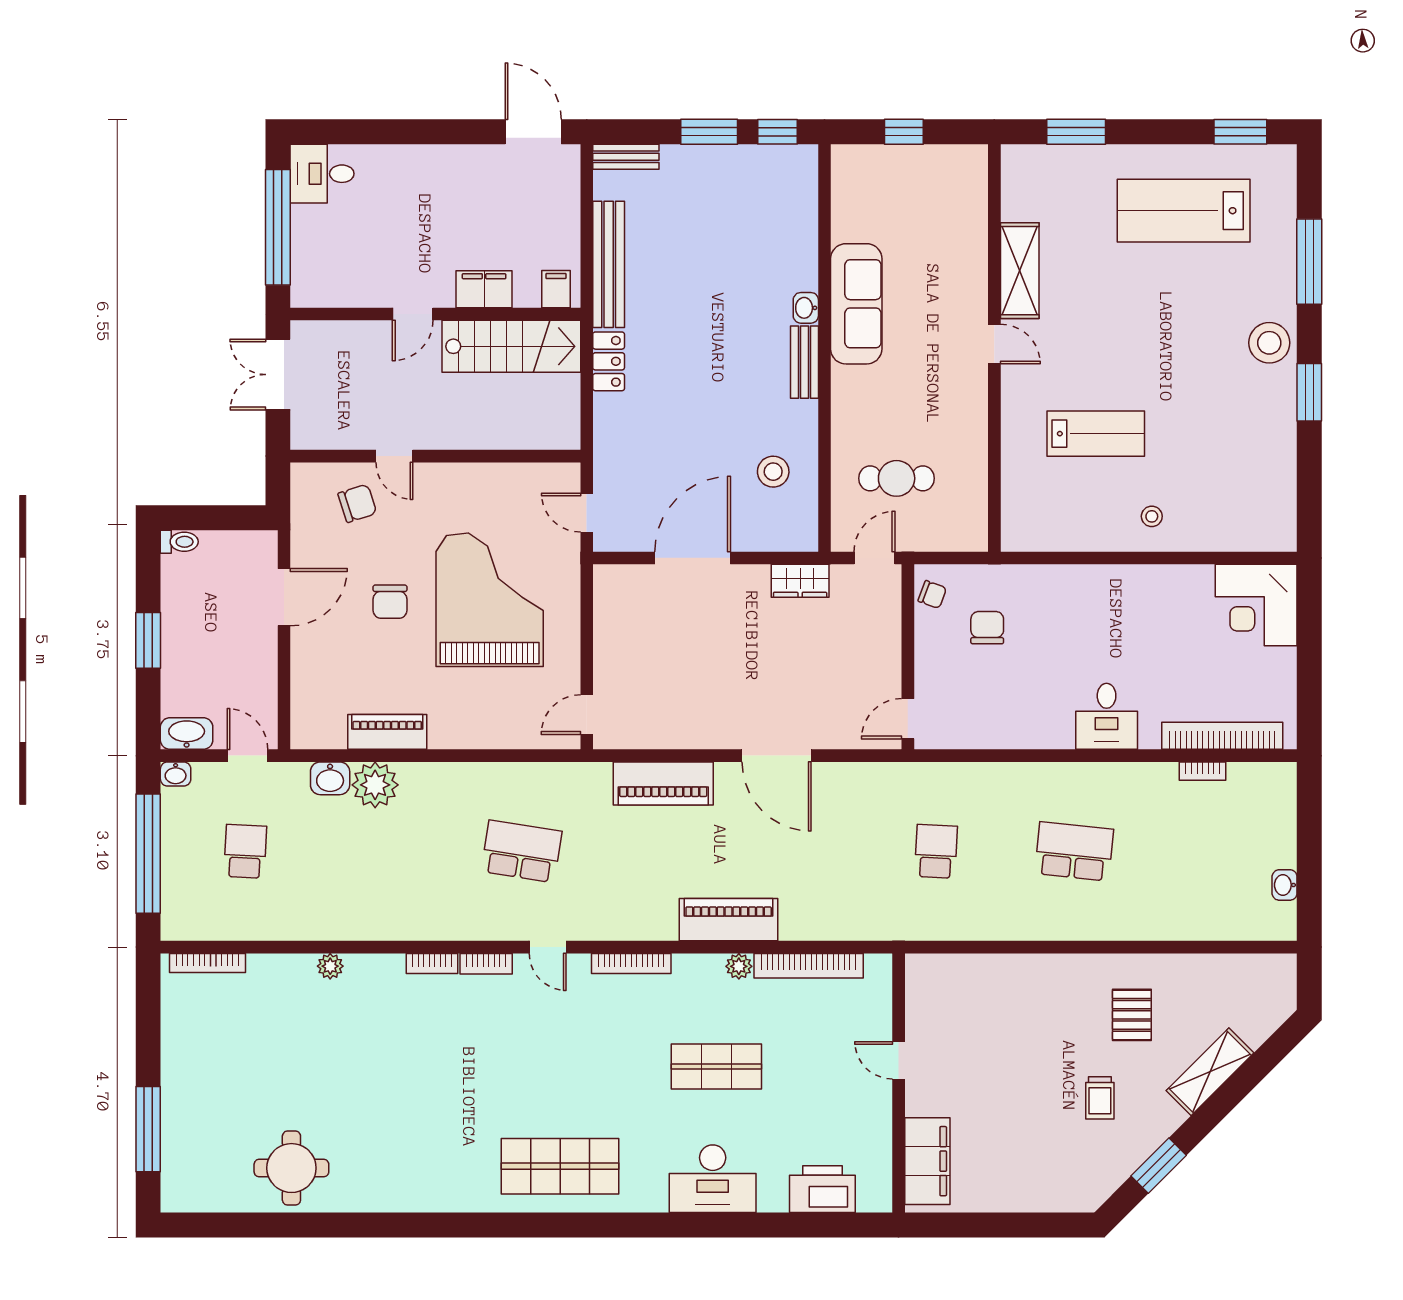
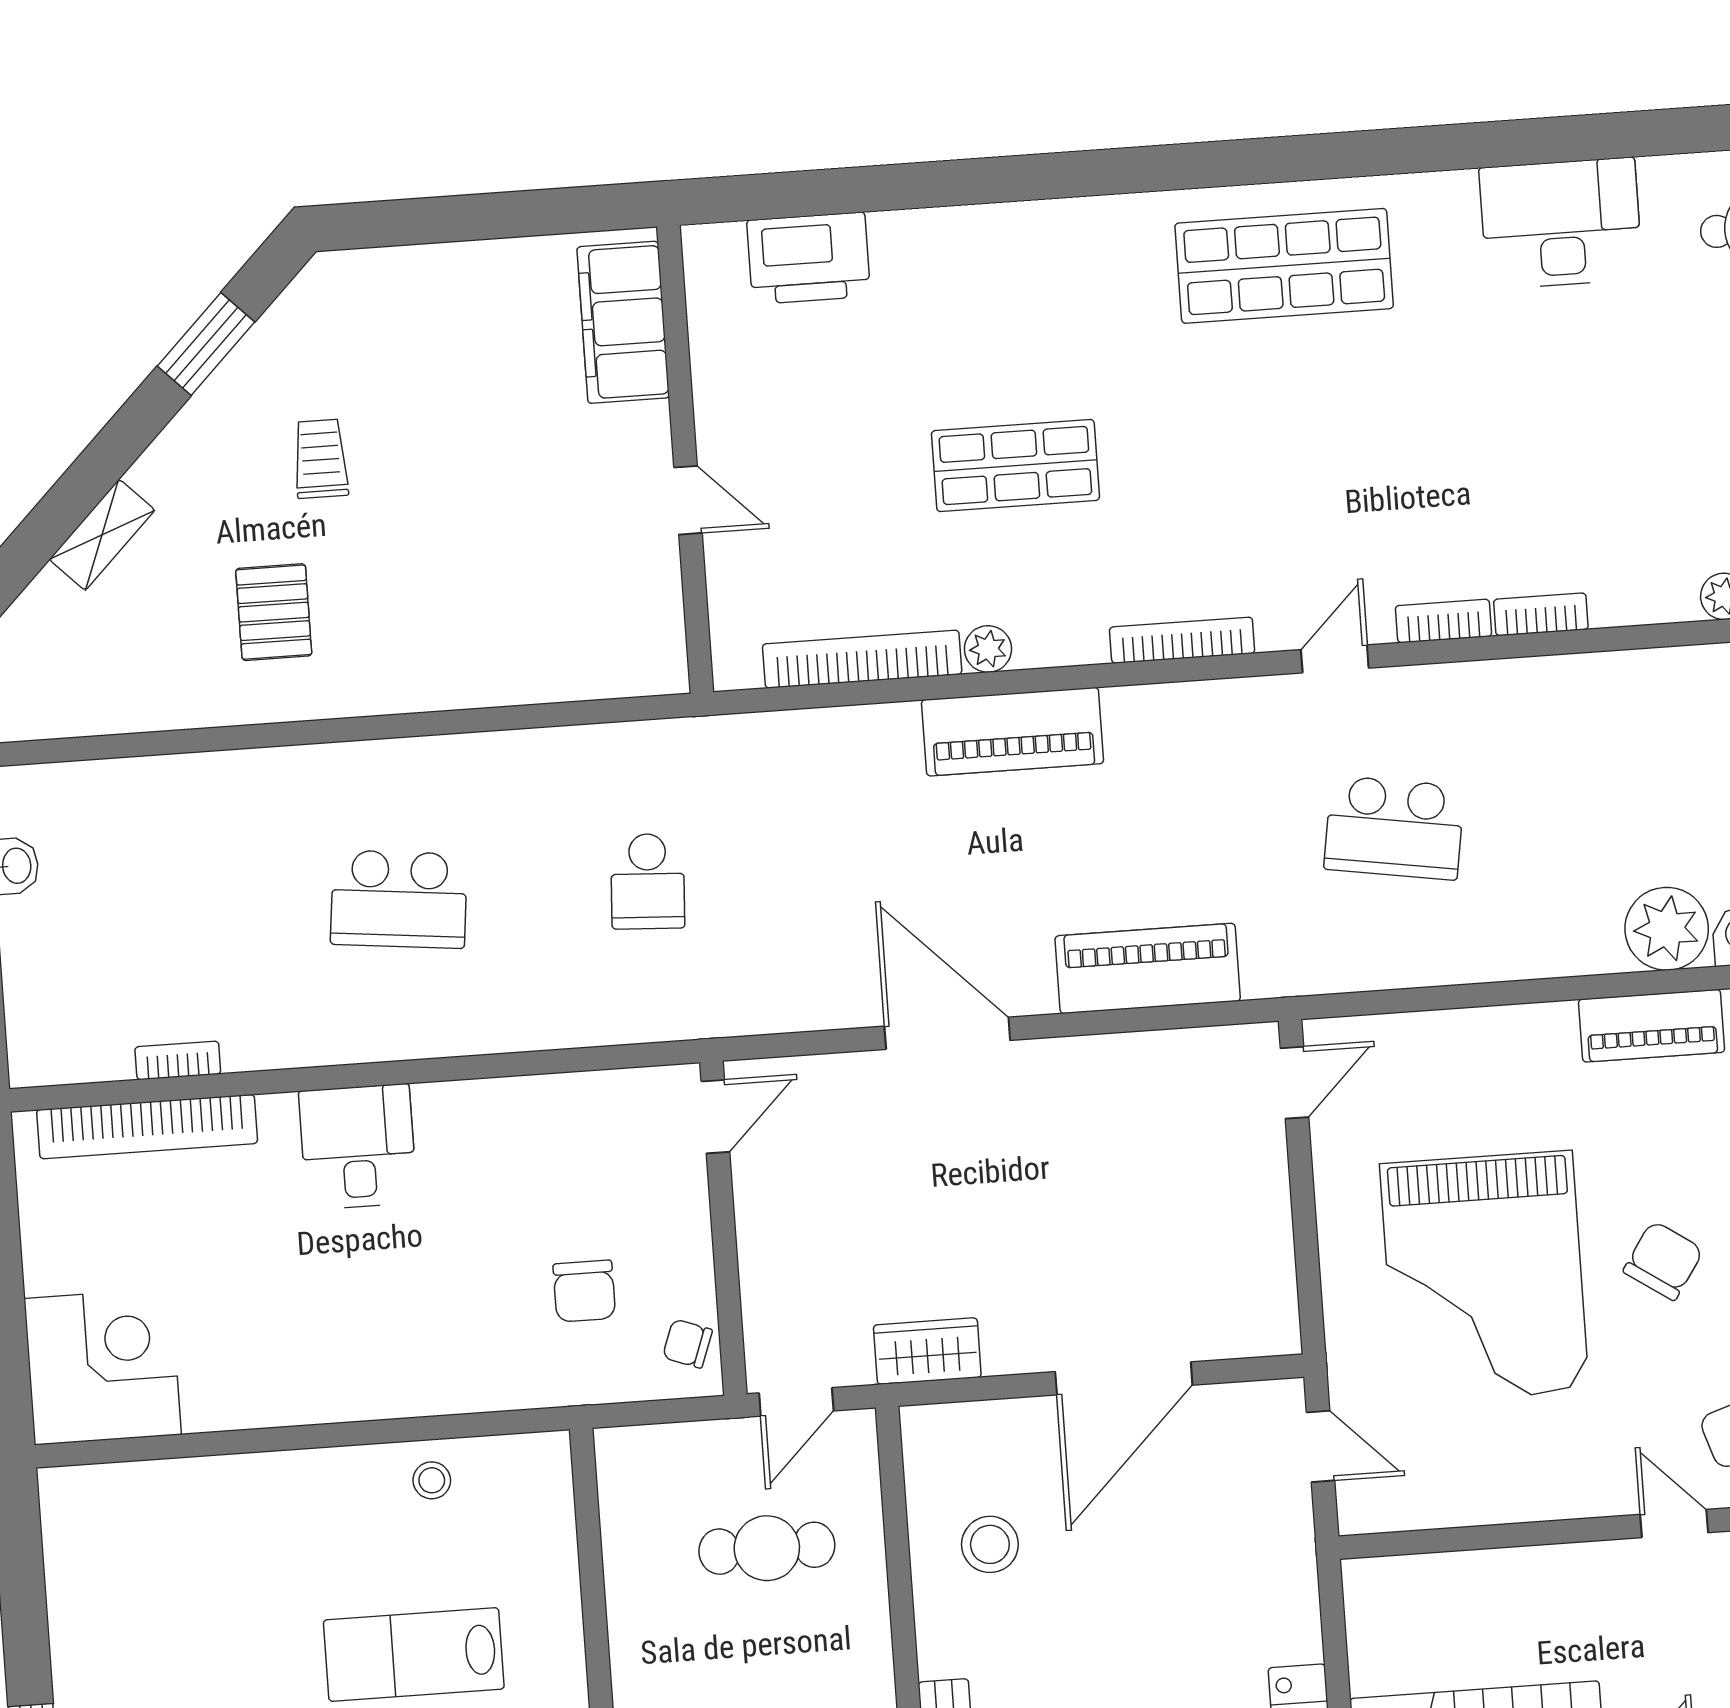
stool: (1152, 516) -> (432, 1480), moved
chair: (390, 602) -> (1663, 1261), turned 34
door: (548, 947) -> (1335, 659), hinge flipped
shelving: (1210, 1072) -> (102, 535), width x0.67, depth x0.75
desk: (713, 1179) -> (1561, 223), moved

